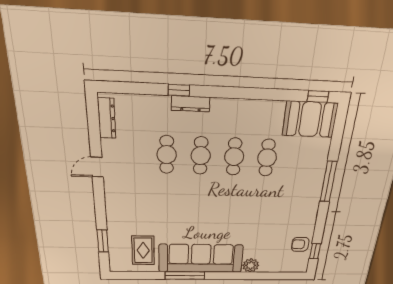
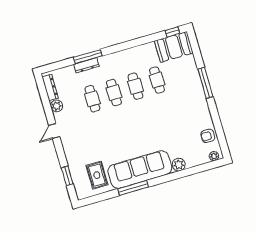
window: (179, 90) -> (88, 57), width x2.17
dresser: (191, 104) -> (86, 65), moved
plant: (110, 148) -> (57, 106), added
door: (97, 167) -> (54, 131), moved
window: (315, 251) -> (221, 138), removed
plant: (297, 268) -> (214, 156), added

